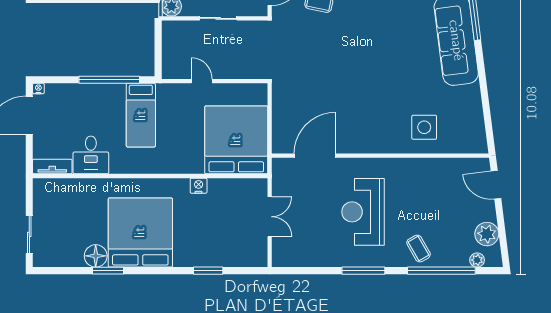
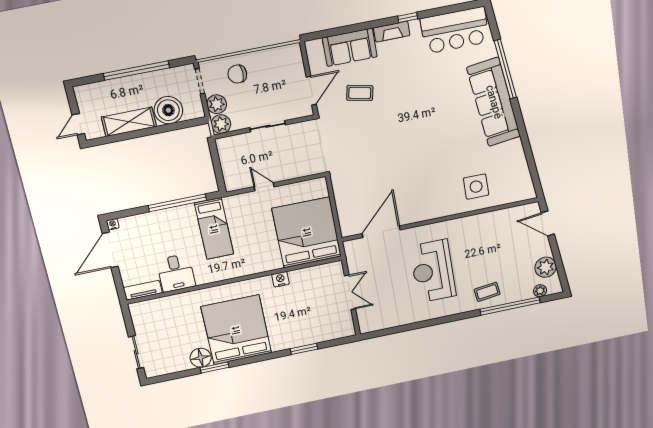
coffee table: (419, 249) -> (487, 292), turned -67
window: (363, 271) -> (442, 320), removed

